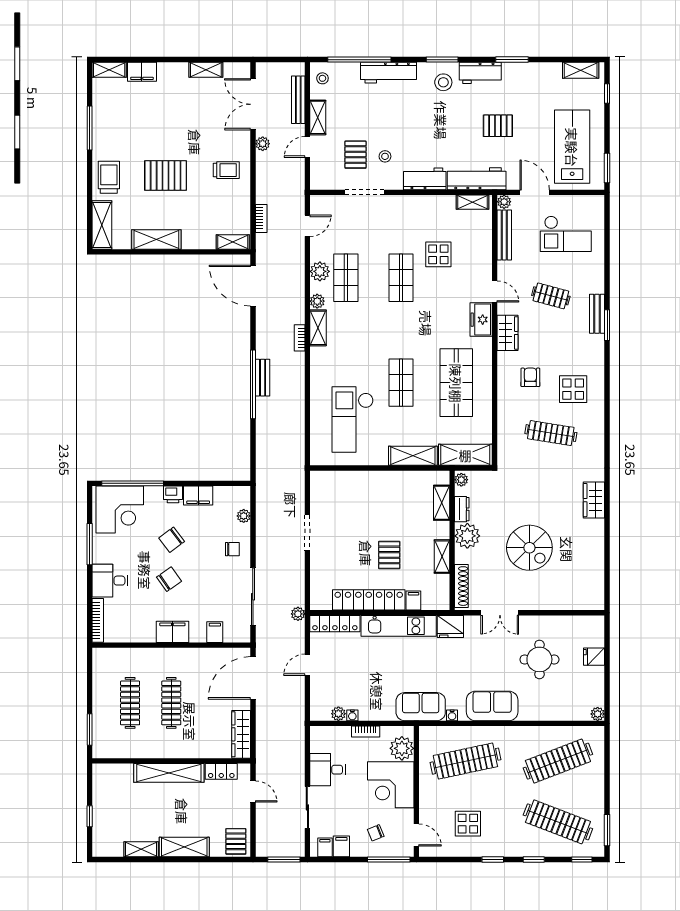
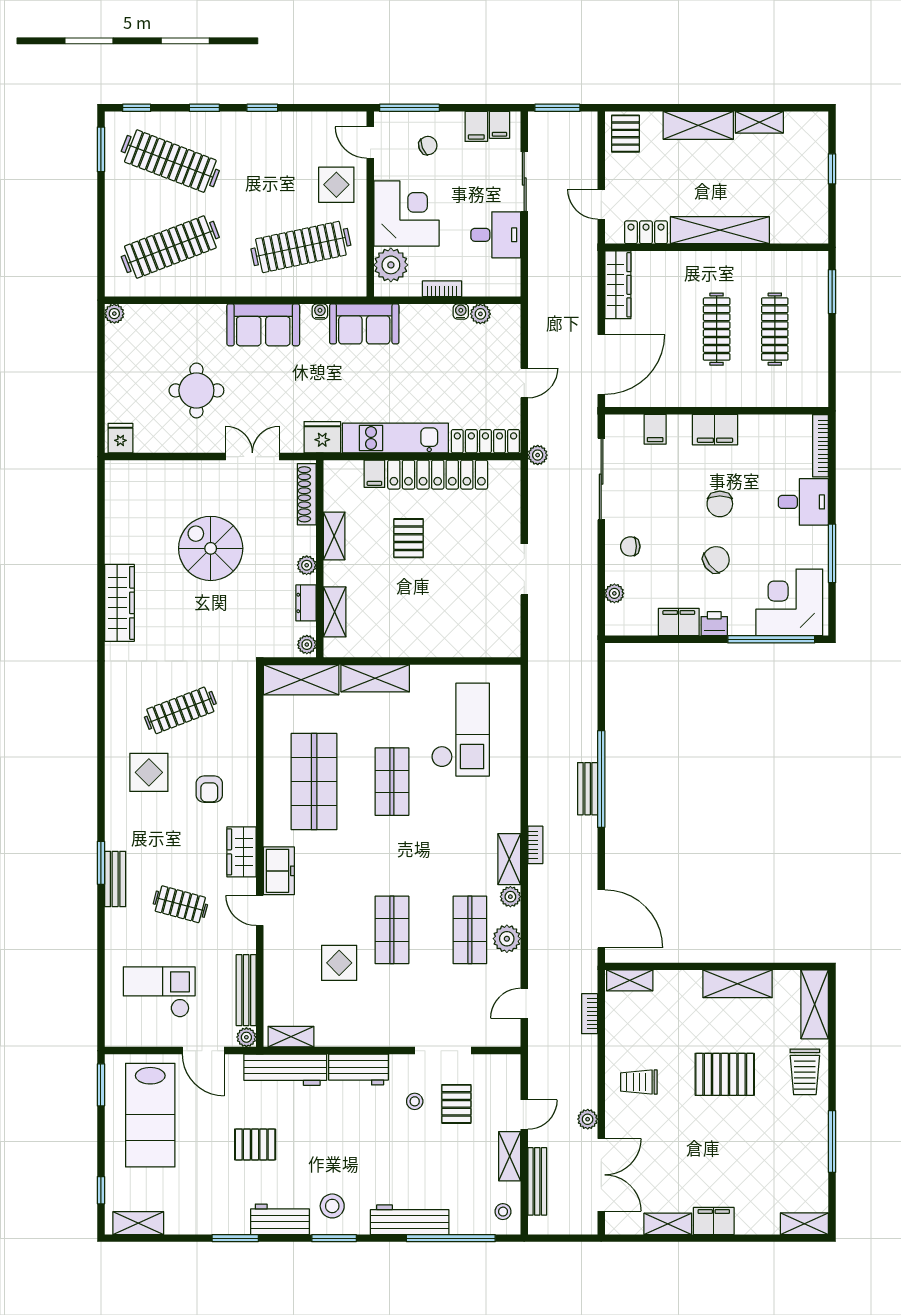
filing cabinet: (142, 72) -> (714, 1221), moved
clothes rail: (551, 433) -> (180, 710), turned -30
wardrobe: (594, 500) -> (119, 603), width x1.50
plant: (467, 536) -> (307, 565), width x0.53, depth x0.53
chair: (169, 579) -> (720, 504), turned -55
fridge: (594, 657) -> (120, 438), moved, turned -90
display table: (468, 824) -> (336, 185), moved

